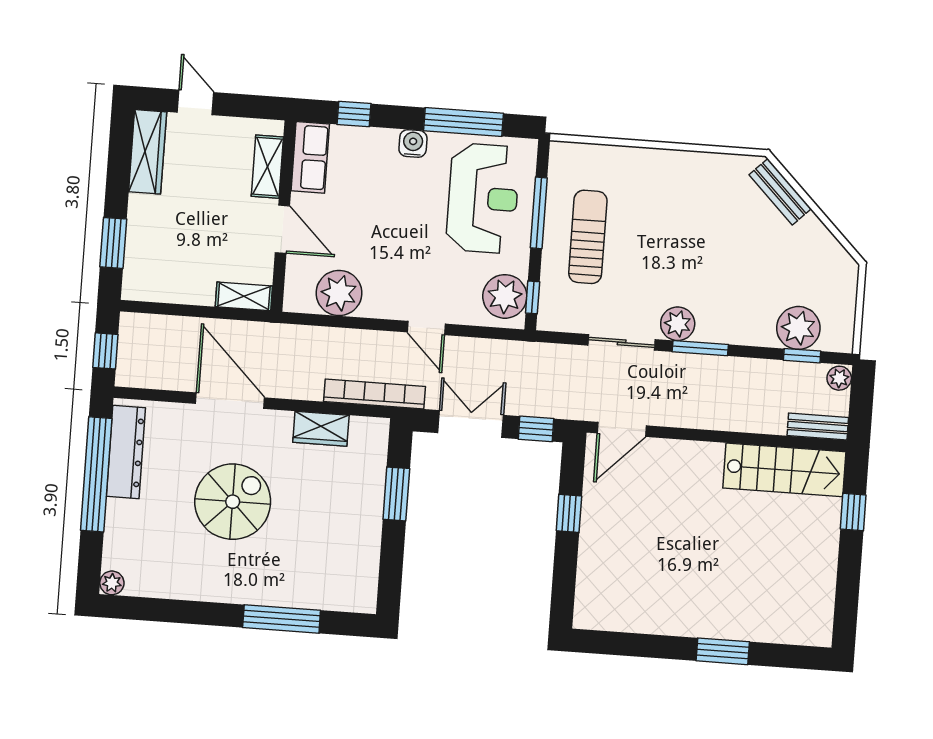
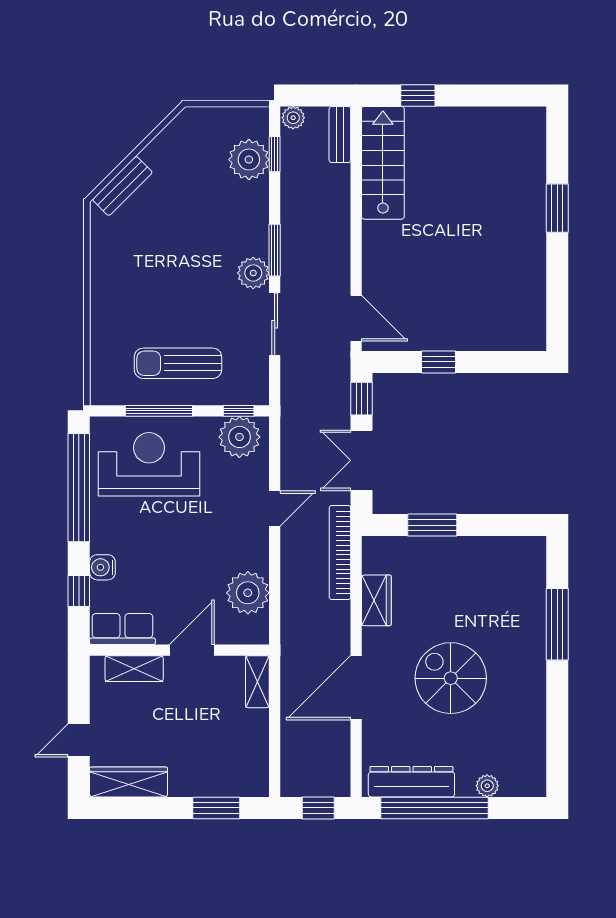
window: (464, 122) -> (79, 488), width x1.46
water cooler: (413, 144) -> (102, 567), moved
plant: (112, 583) -> (487, 786), moved

